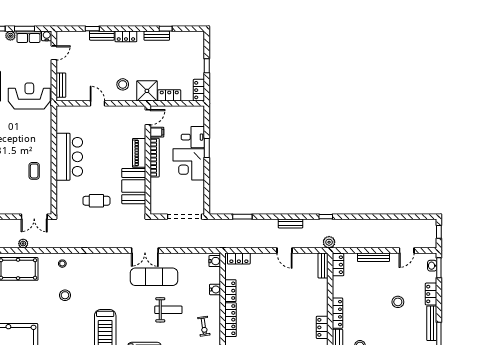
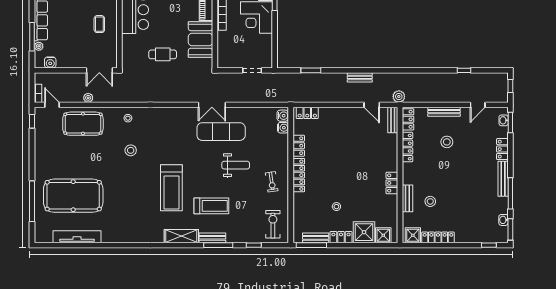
doorway: (185, 217) -> (252, 70), width x0.53
window: (326, 217) -> (464, 70), moved
door: (284, 250) -> (372, 105), moved
water cooler: (215, 289) -> (283, 128), moved
stool: (398, 302) -> (447, 142), moved
locker: (337, 313) -> (407, 147), moved

